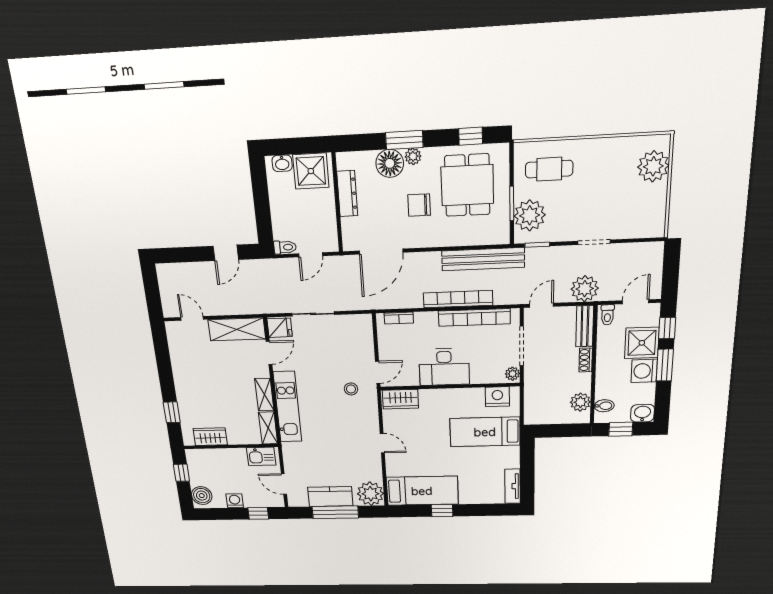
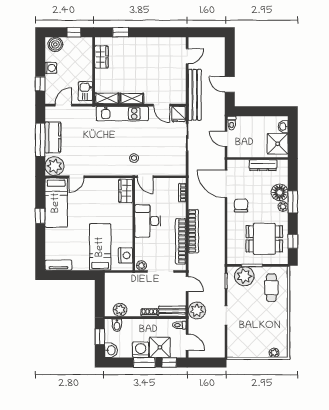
plant: (653, 166) -> (274, 353), width x0.53, depth x0.53
chair: (419, 205) -> (241, 205), moved
bench: (483, 259) -> (195, 95), moved
shelving: (237, 329) -> (179, 85), removed
door: (382, 443) -> (76, 177), moved

